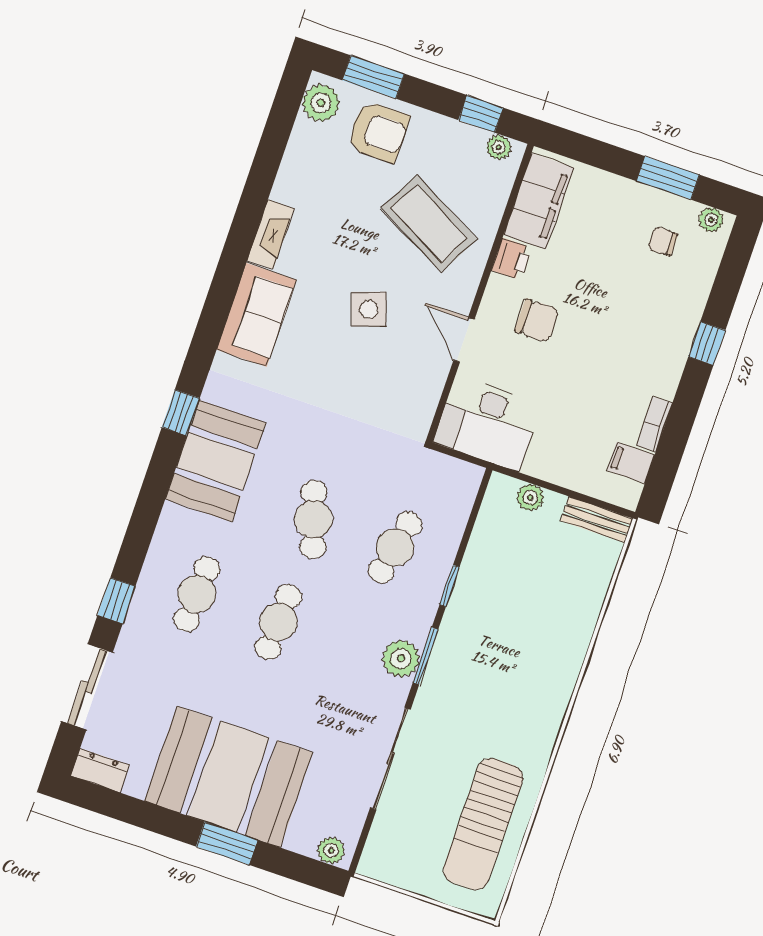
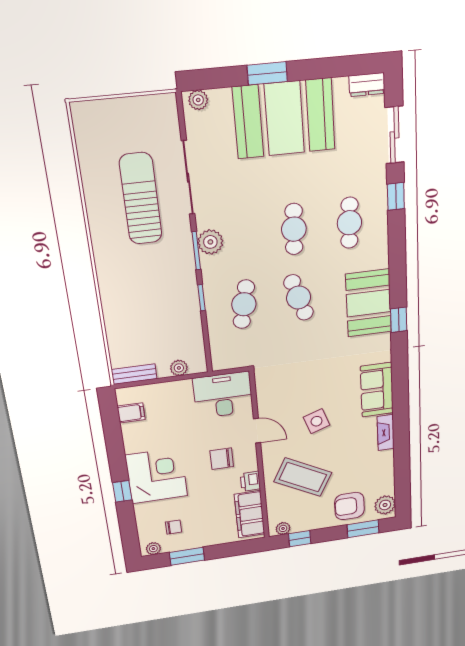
corner desk: (645, 343) -> (157, 476), added
bookcase: (654, 424) -> (129, 438), removed
sun lounger: (483, 824) -> (141, 199), moved

